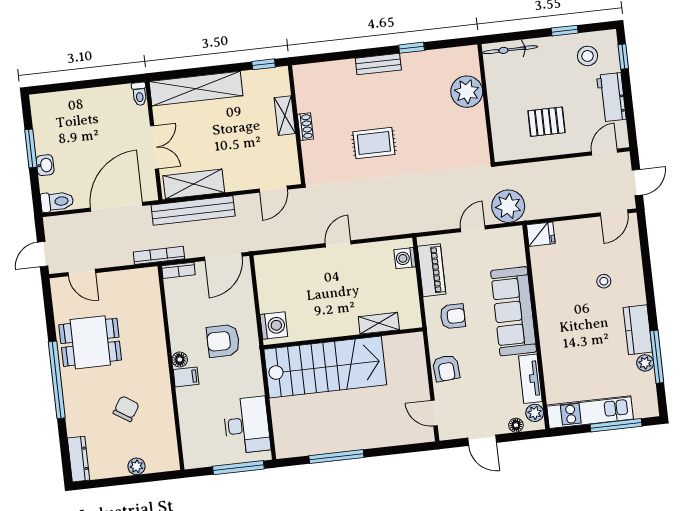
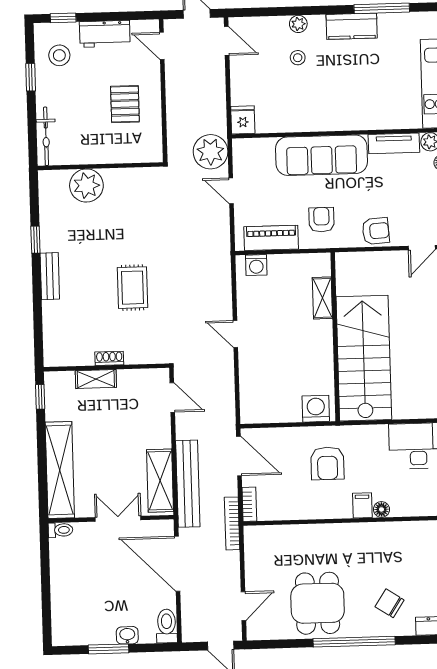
floor lamp: (180, 359) -> (382, 509), moved
plant: (645, 363) -> (298, 24), moved
chair: (126, 409) -> (390, 603), moved

